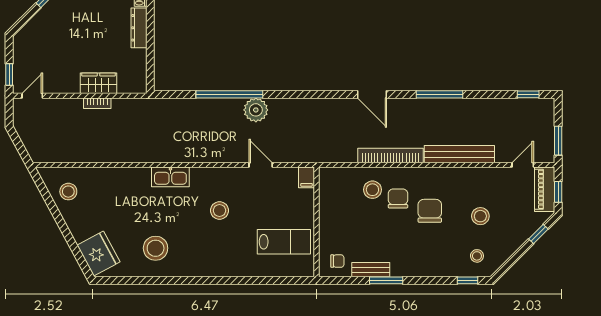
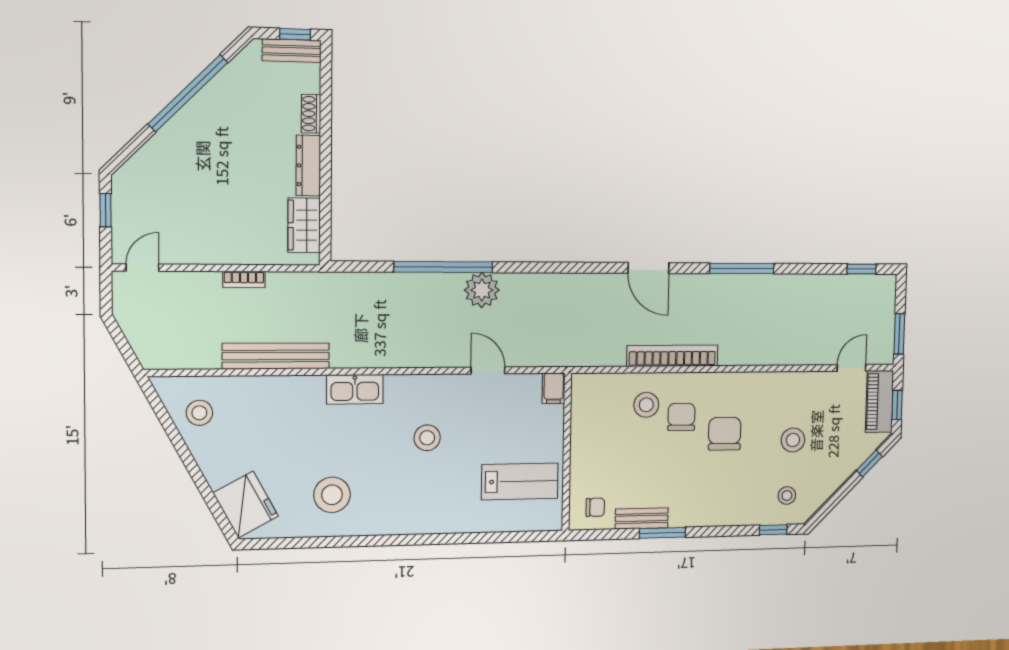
window: (9, 74) -> (106, 210), moved
wardrobe: (98, 83) -> (304, 225), moved, turned -90
bench: (459, 154) -> (276, 356), moved

